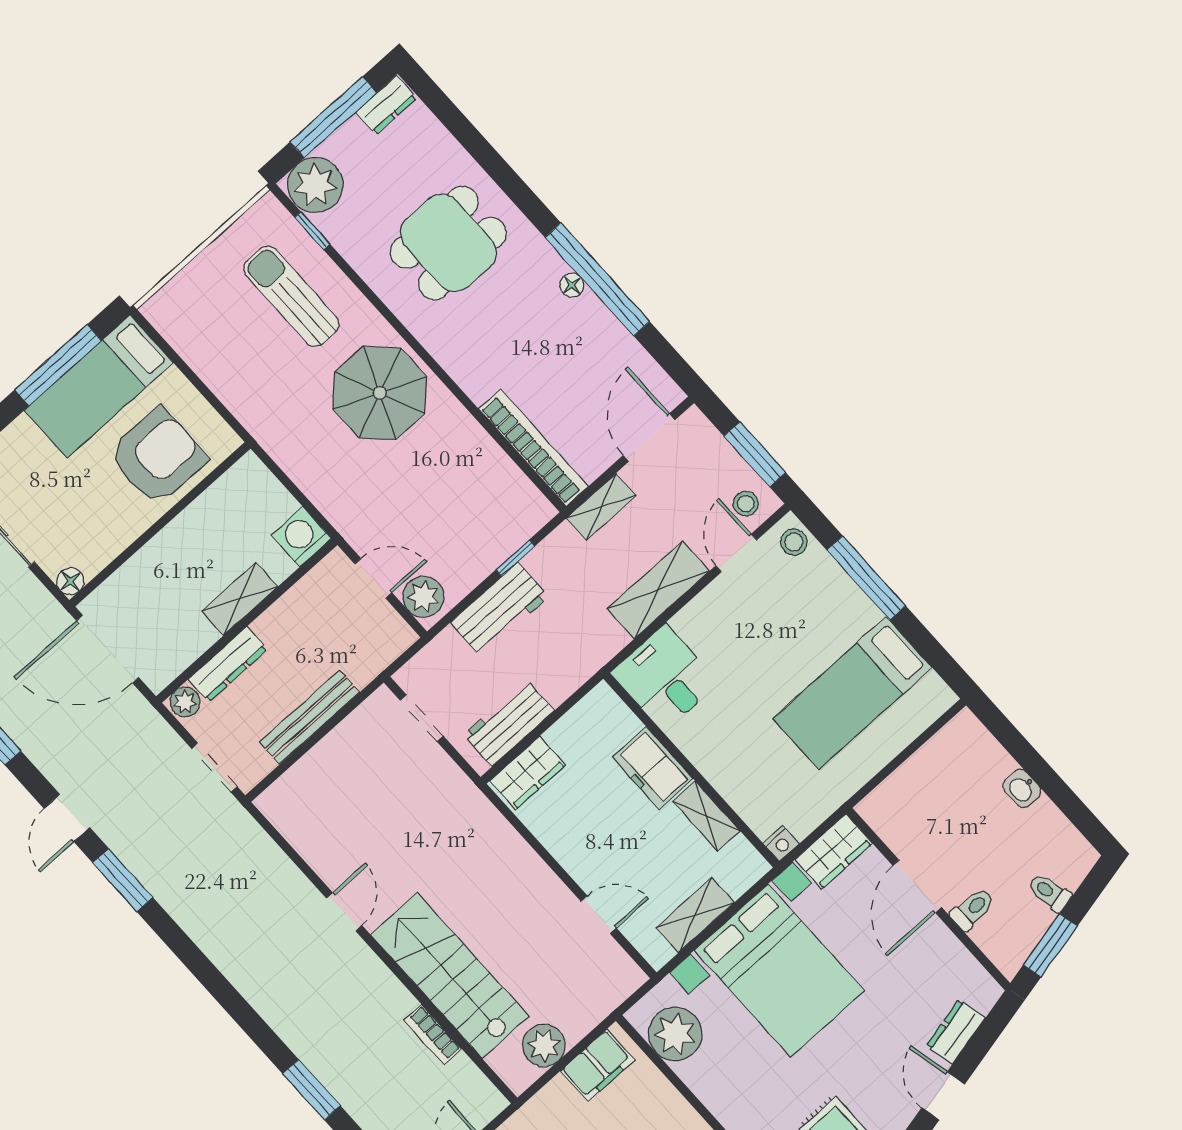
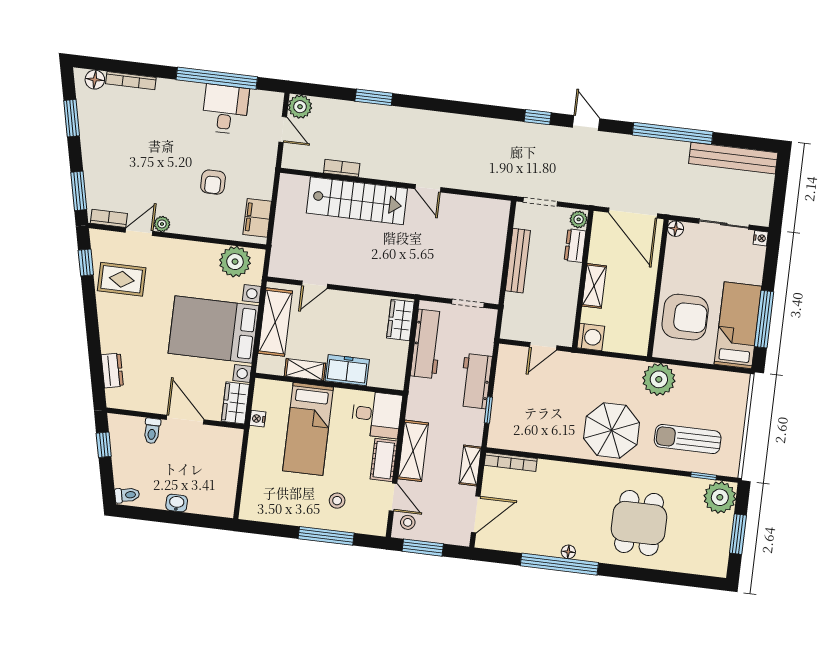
dresser: (386, 105) -> (719, 560), removed
window: (333, 117) -> (738, 534), width x0.69
sun lounger: (291, 296) -> (688, 439), turned 180
door: (649, 438) -> (476, 514), hinge flipped
bookcase: (534, 448) -> (511, 462), width x0.68, depth x0.76
armchair: (157, 456) -> (685, 317), turned -90
stool: (794, 542) -> (337, 501), moved
plant: (423, 597) -> (659, 379), moved, width x1.36, depth x1.36
cot: (707, 611) -> (384, 460), added
door: (108, 649) -> (633, 213), swing flipped
dresser: (228, 664) -> (575, 246), width x0.70
bed: (852, 693) -> (308, 429), moved, turned 180
workbench: (509, 723) -> (427, 344), width x1.37
nightstand: (781, 844) -> (258, 419), moved
window: (123, 880) -> (538, 117), width x0.67
toilet: (1050, 893) -> (127, 495), moved
shelving: (695, 915) -> (275, 322), width x1.50, depth x1.33
window: (1050, 946) -> (104, 445), width x0.67
plant: (544, 1045) -> (288, 206), removed
door: (943, 1096) -> (93, 337), removed

